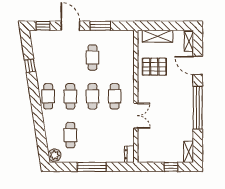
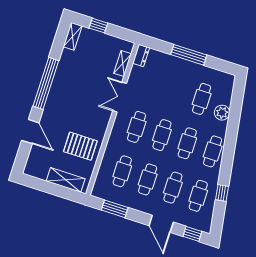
window: (100, 26) -> (115, 209), moved
shelving: (189, 41) -> (123, 63), moved
cafe table: (48, 58) -> (198, 196), added
cafe table: (70, 58) -> (173, 188), added
cafe table: (115, 58) -> (122, 171), added
plant: (55, 155) -> (222, 113), moved

